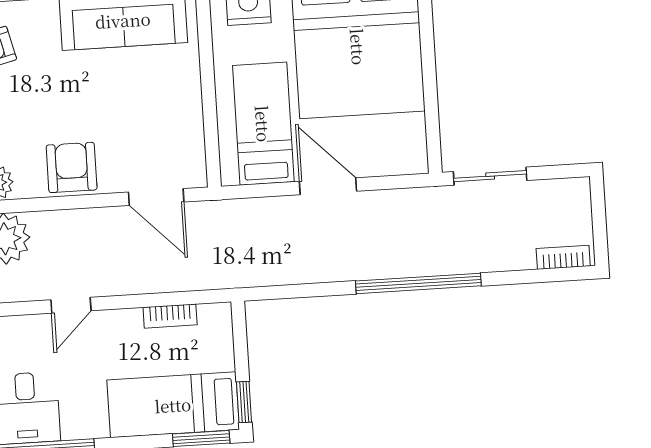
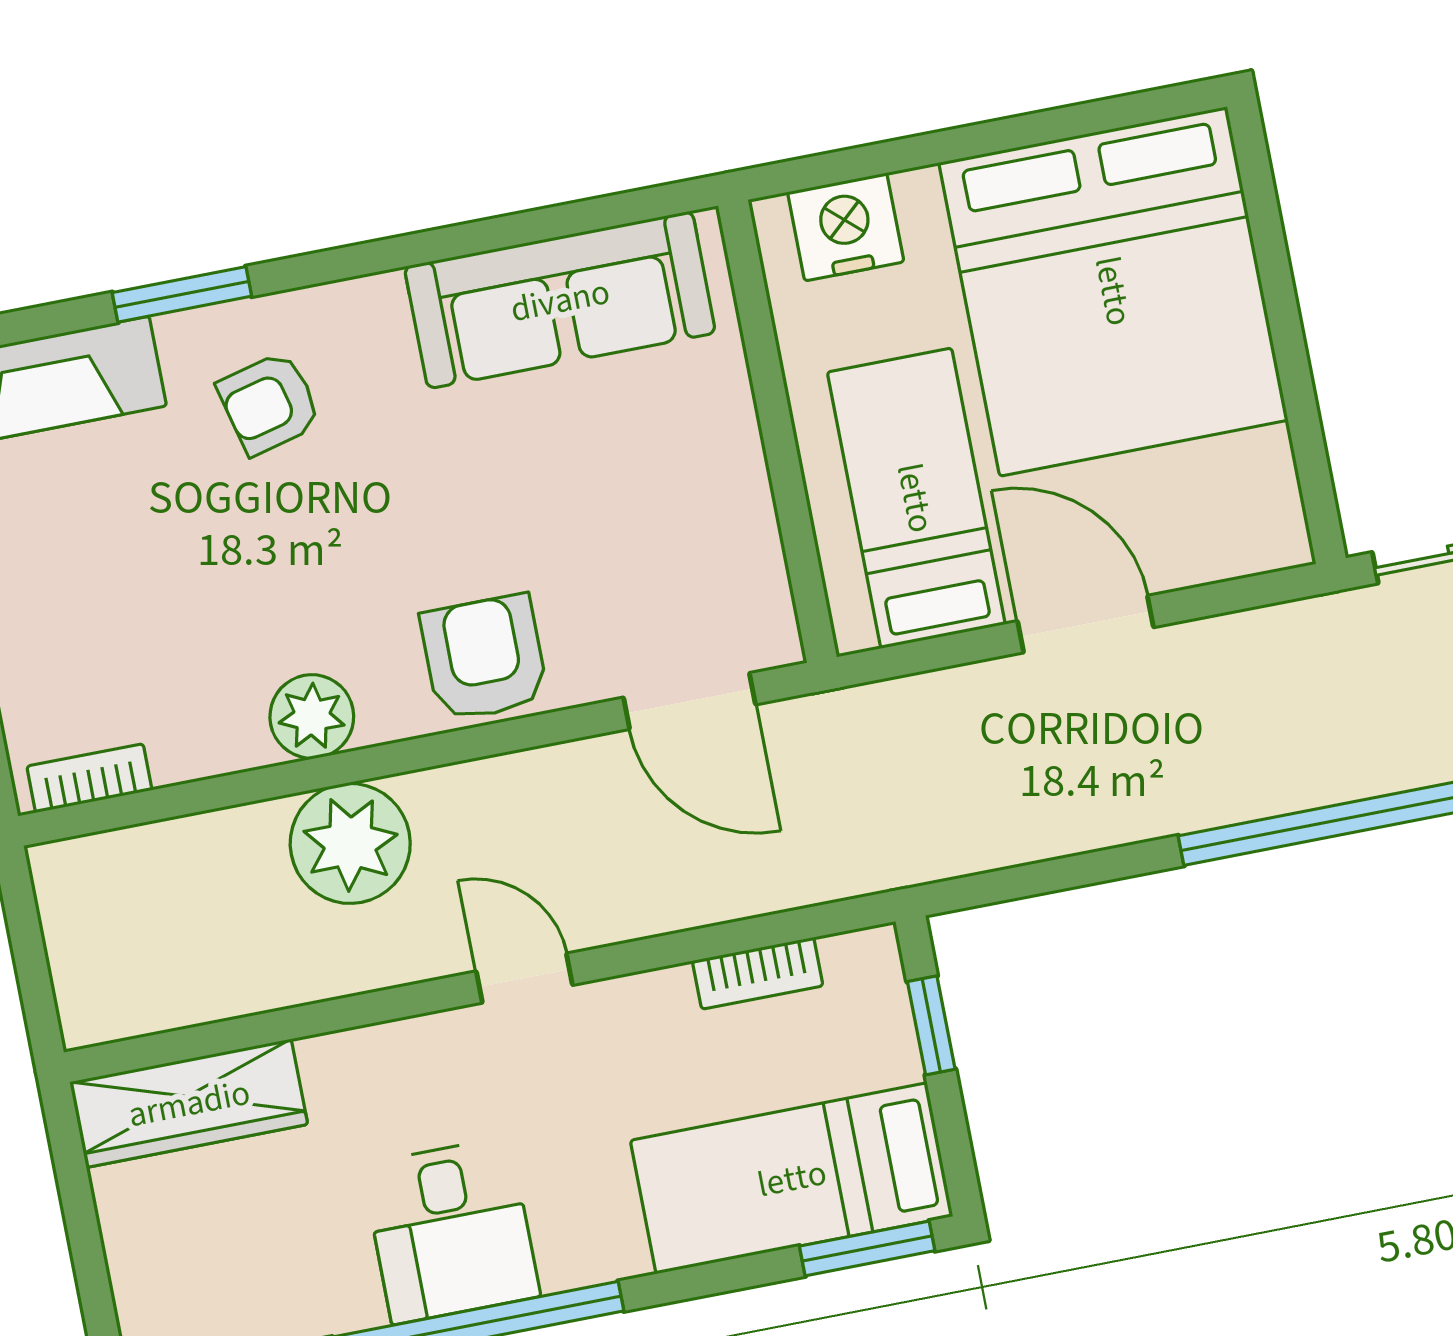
door: (71, 305) -> (524, 978), swing flipped
window: (244, 402) -> (931, 1025), moved

